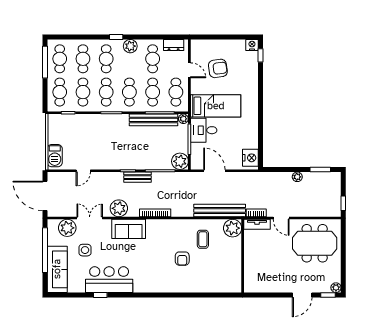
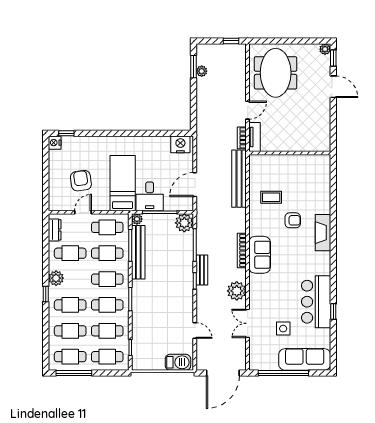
plant: (297, 177) -> (202, 71), moved
plant: (67, 228) -> (258, 348), removed
plant: (233, 228) -> (259, 164), removed
sofa: (129, 229) -> (260, 255), moved
fireplace: (171, 286) -> (323, 233), added

